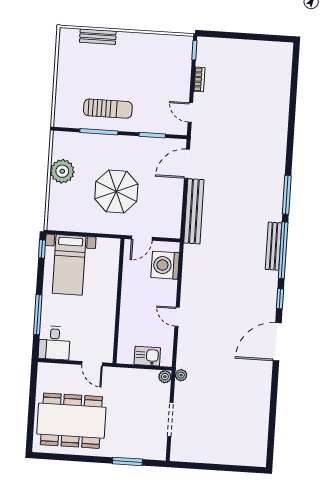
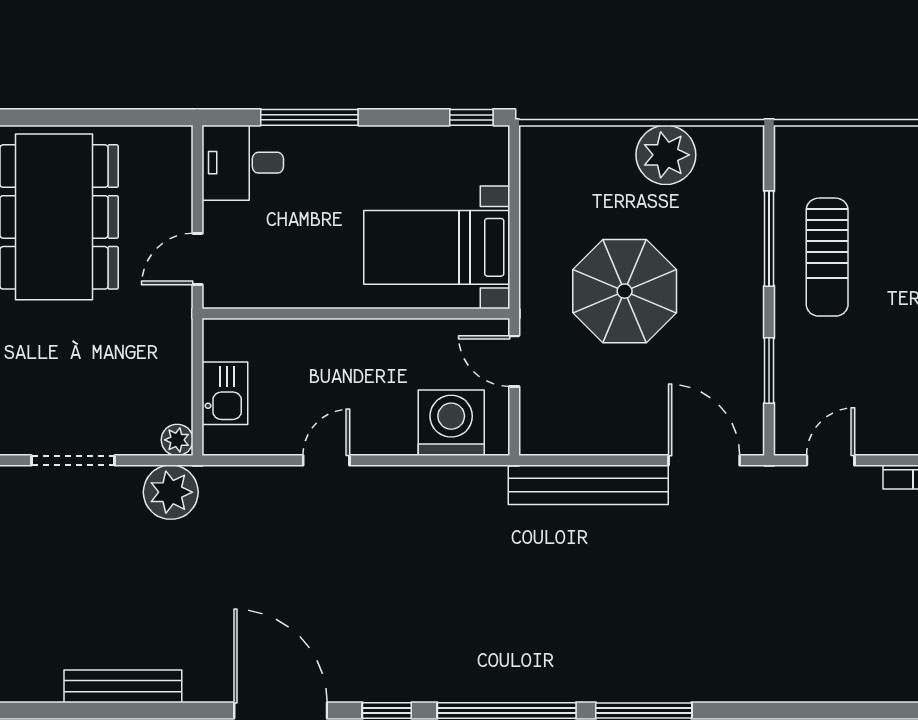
bench: (274, 246) -> (123, 686), moved
bed with nightstands: (69, 265) -> (437, 247), moved
plant: (181, 375) -> (171, 492), width x1.88, depth x1.88

